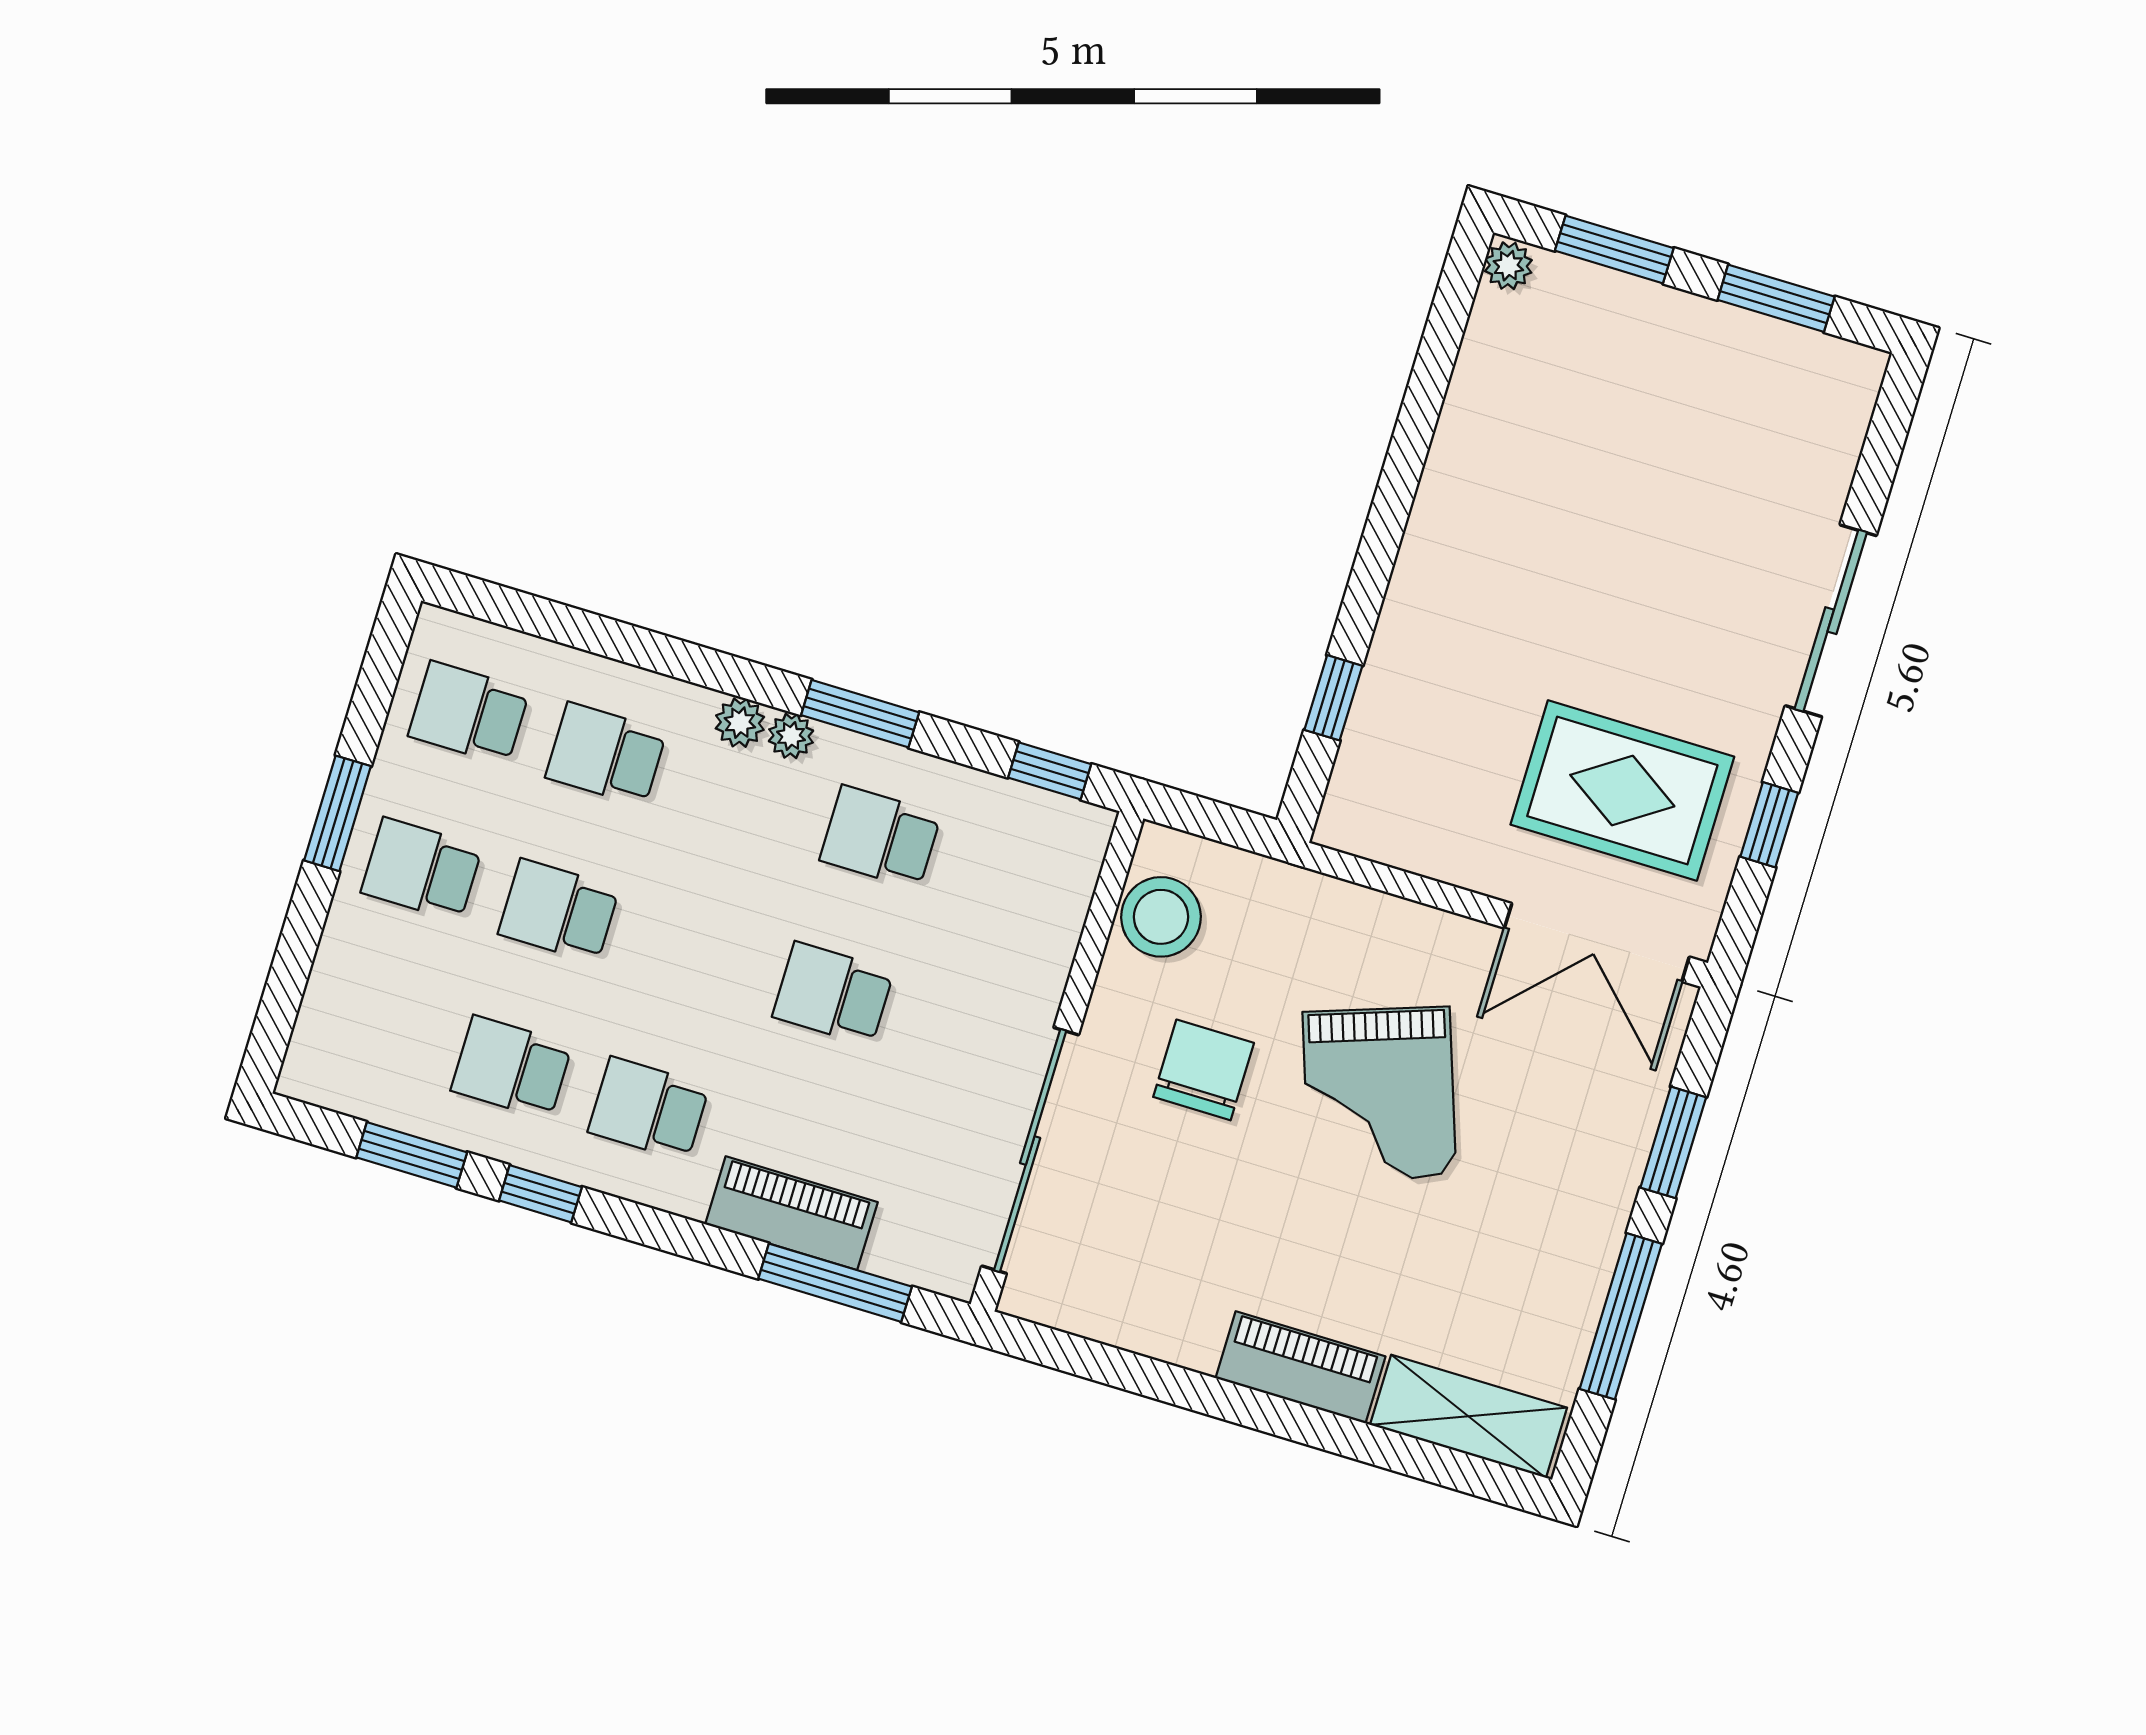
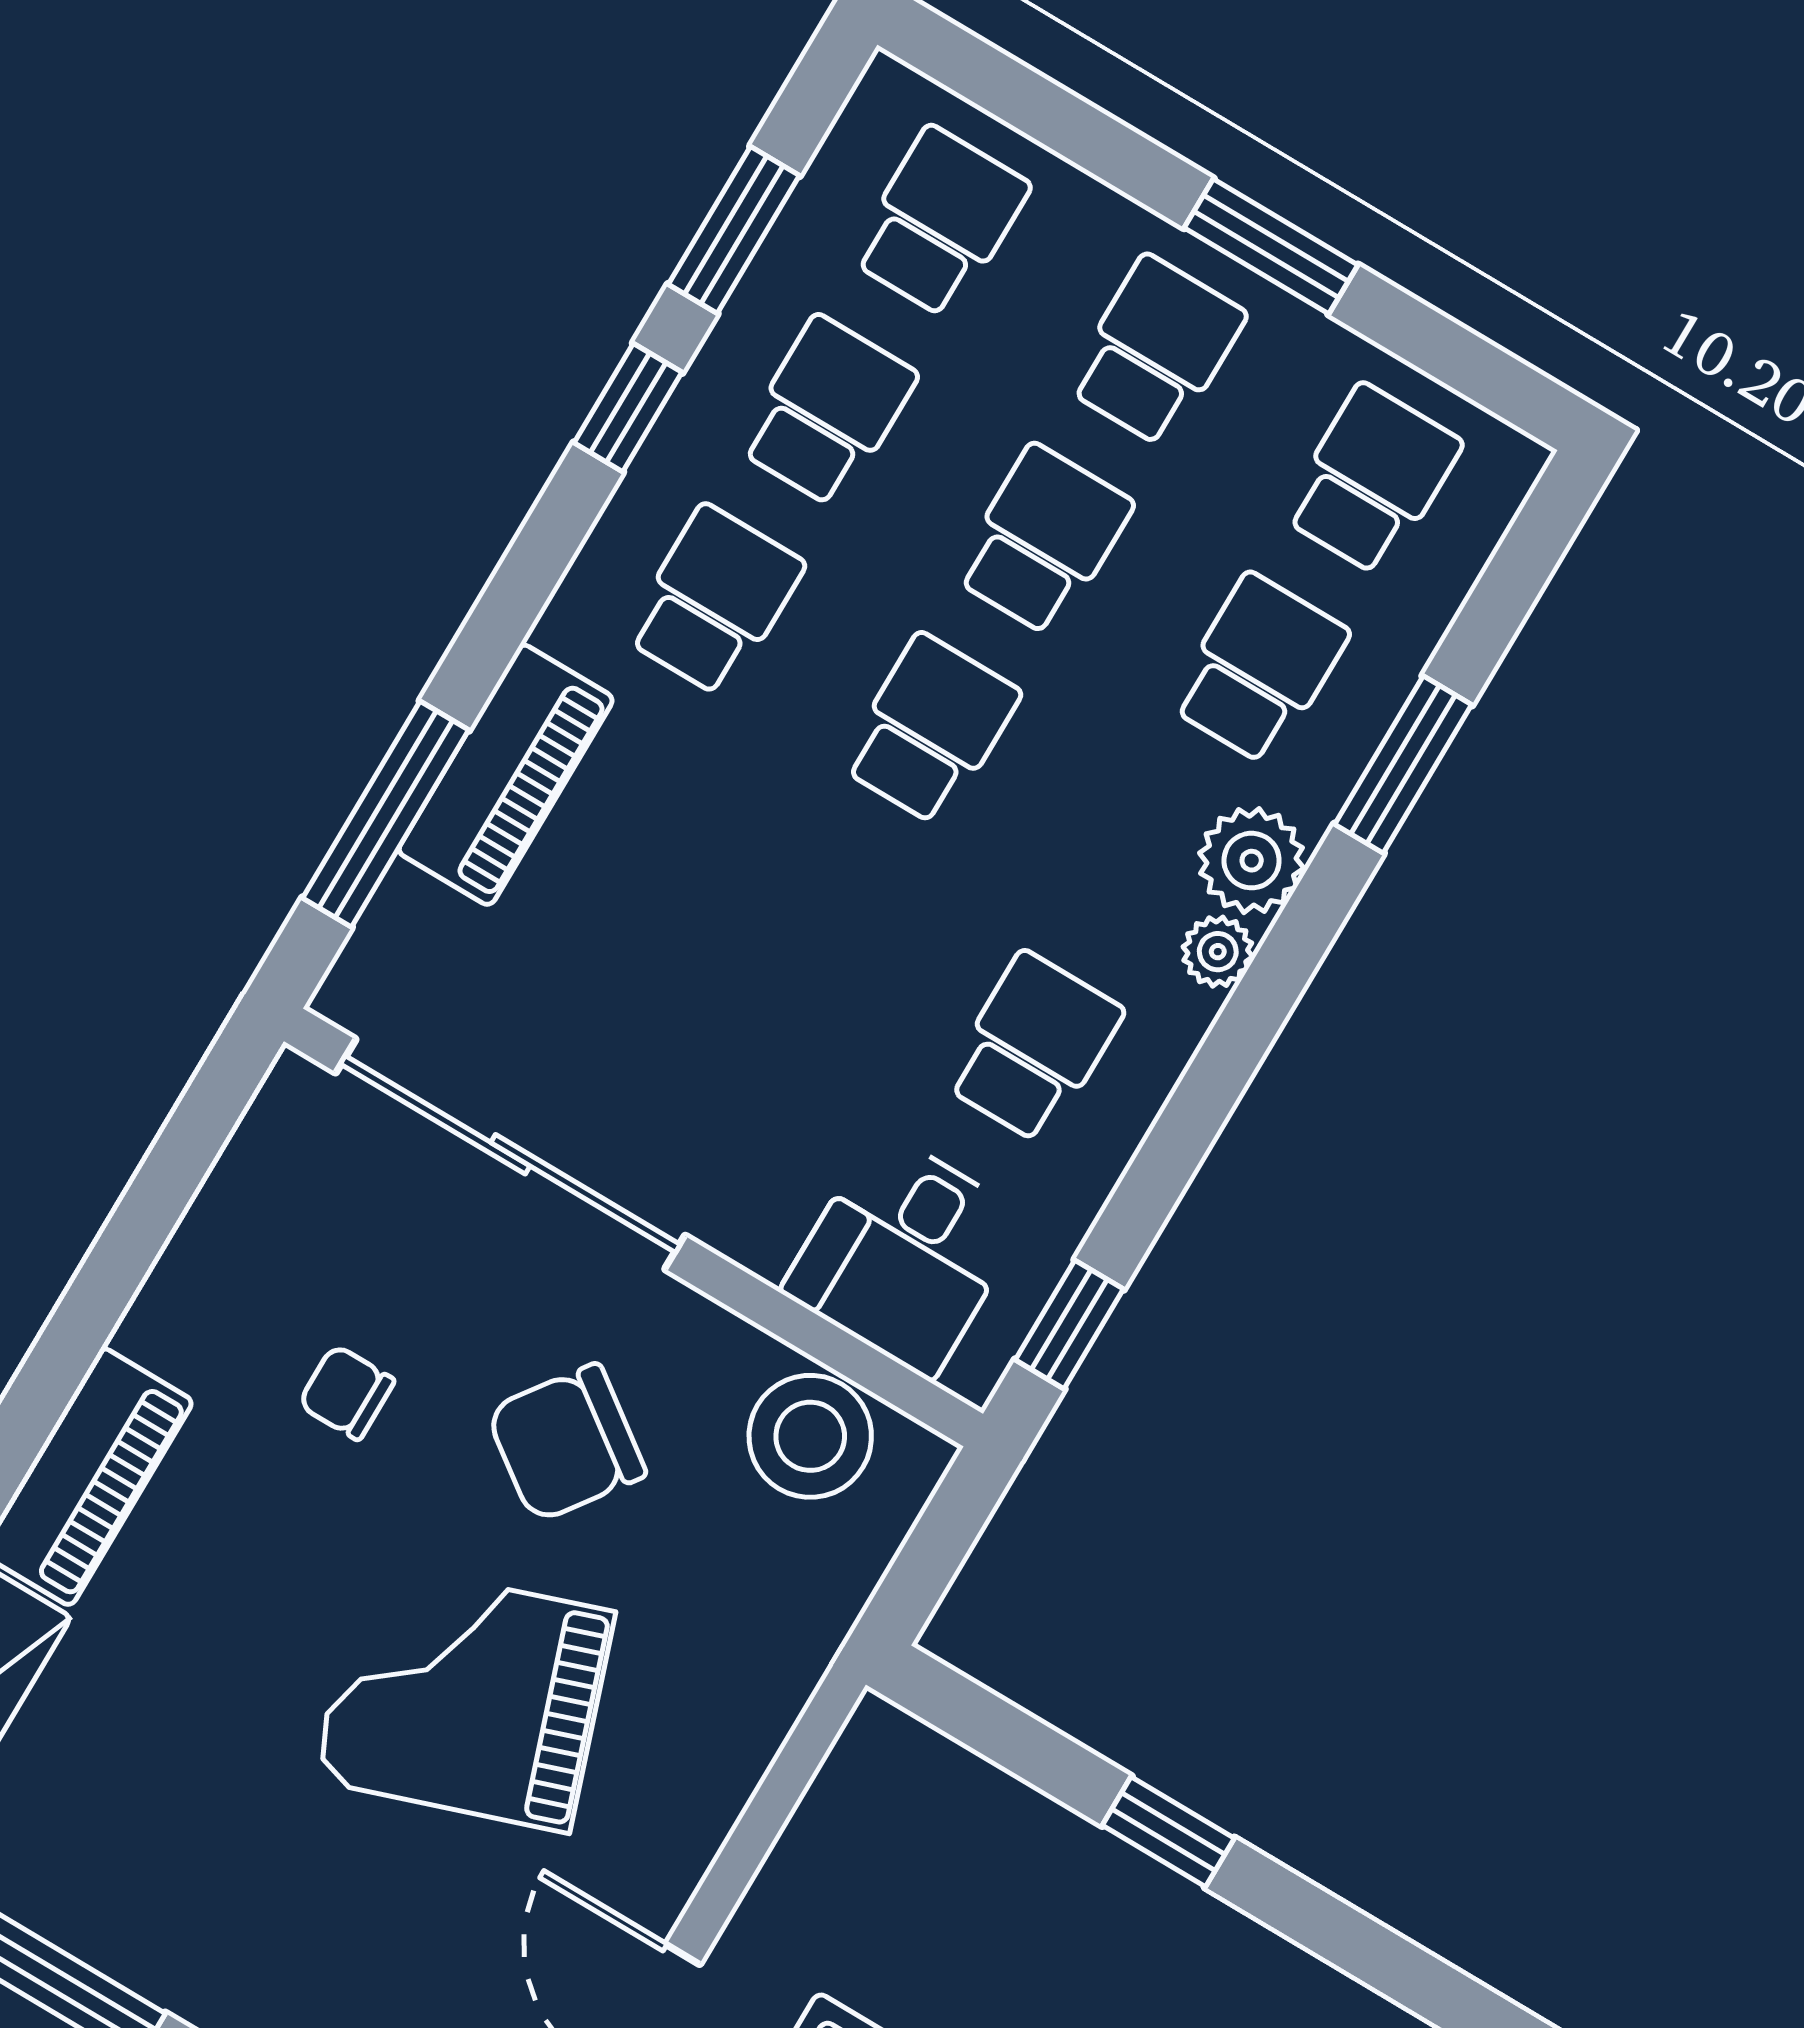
window: (1333, 698) -> (1168, 1832), moved
window: (860, 714) -> (1403, 765), moved
plant: (740, 723) -> (1252, 861), width x1.38, depth x1.38
desk: (1031, 886) -> (905, 1254), added
school desk: (833, 994) -> (930, 729), moved
school desk: (374, 1026) -> (940, 222), added
chair: (1204, 1070) -> (566, 1443), turned 126
chair: (1206, 1216) -> (346, 1392), added

